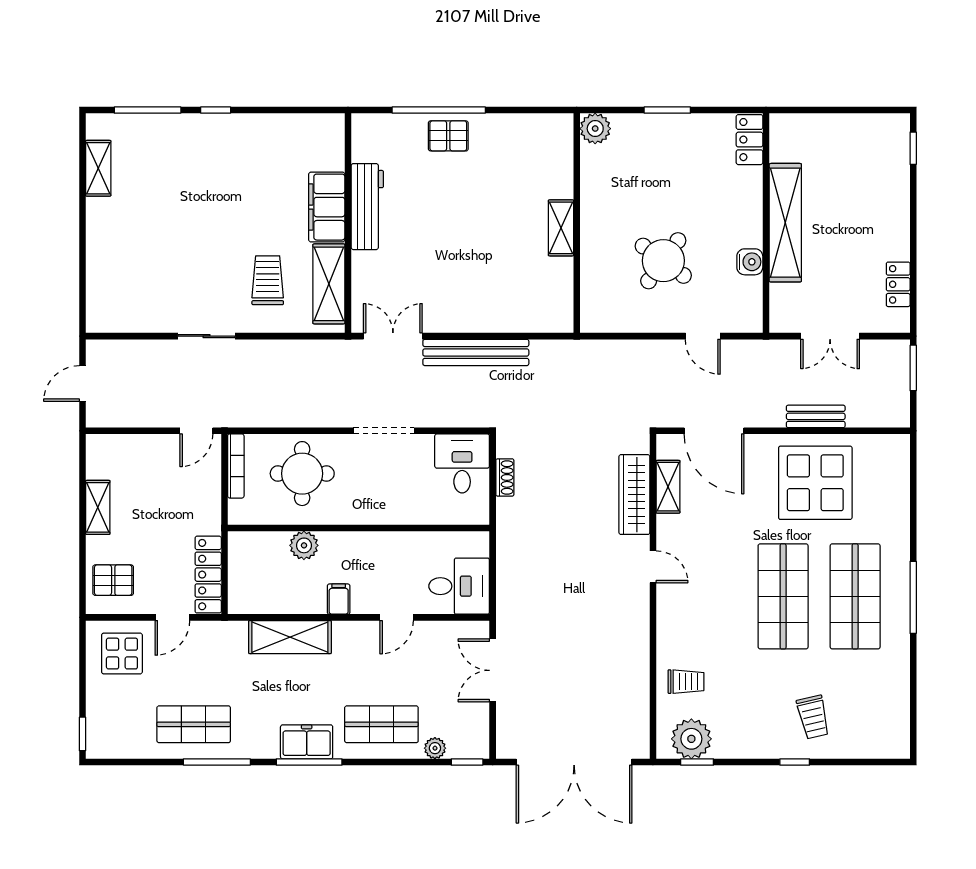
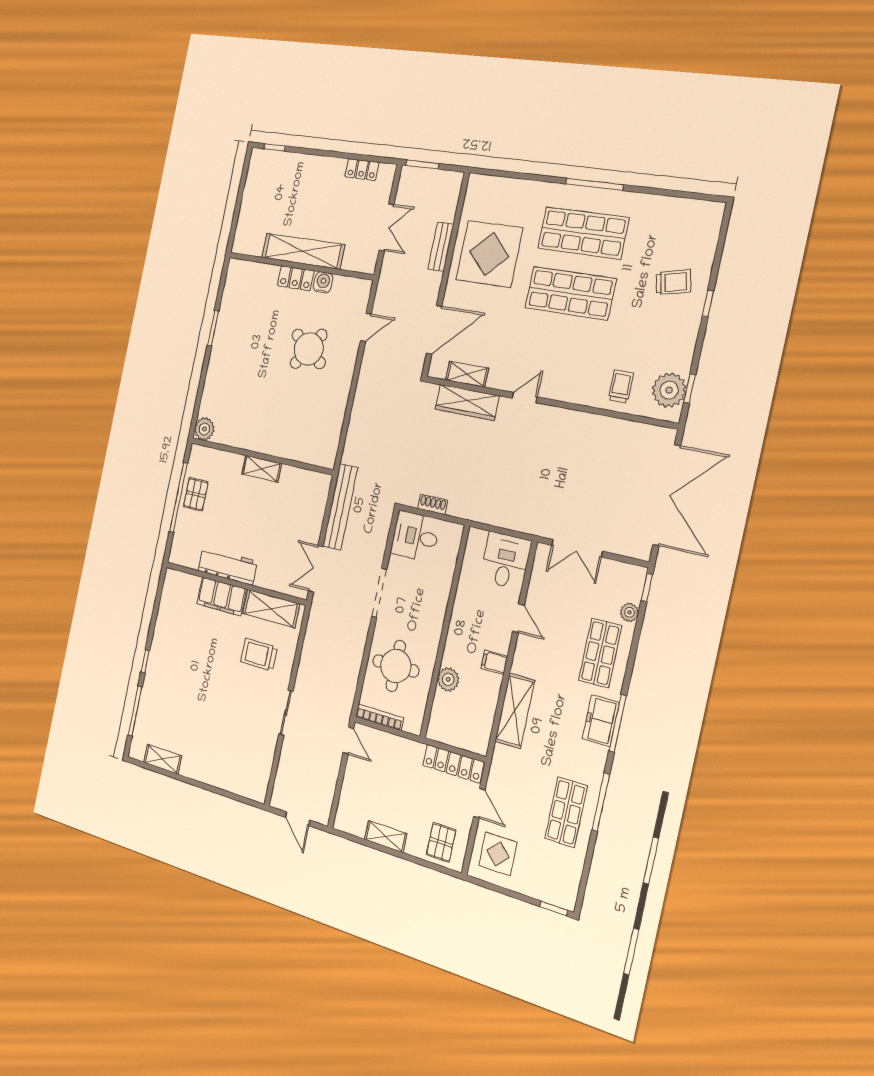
plant: (595, 129) -> (204, 429), moved
locker: (750, 140) -> (296, 278), moved
wall: (577, 223) -> (261, 456), moved
shelving: (561, 228) -> (262, 469), moved

